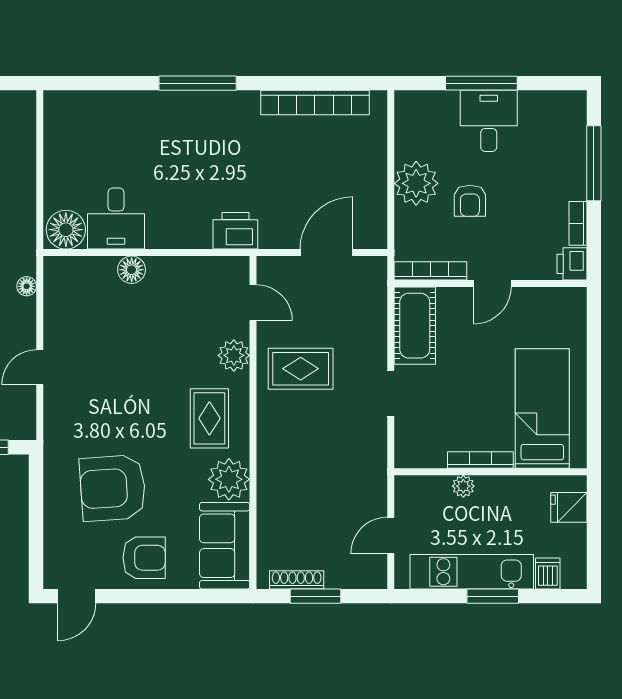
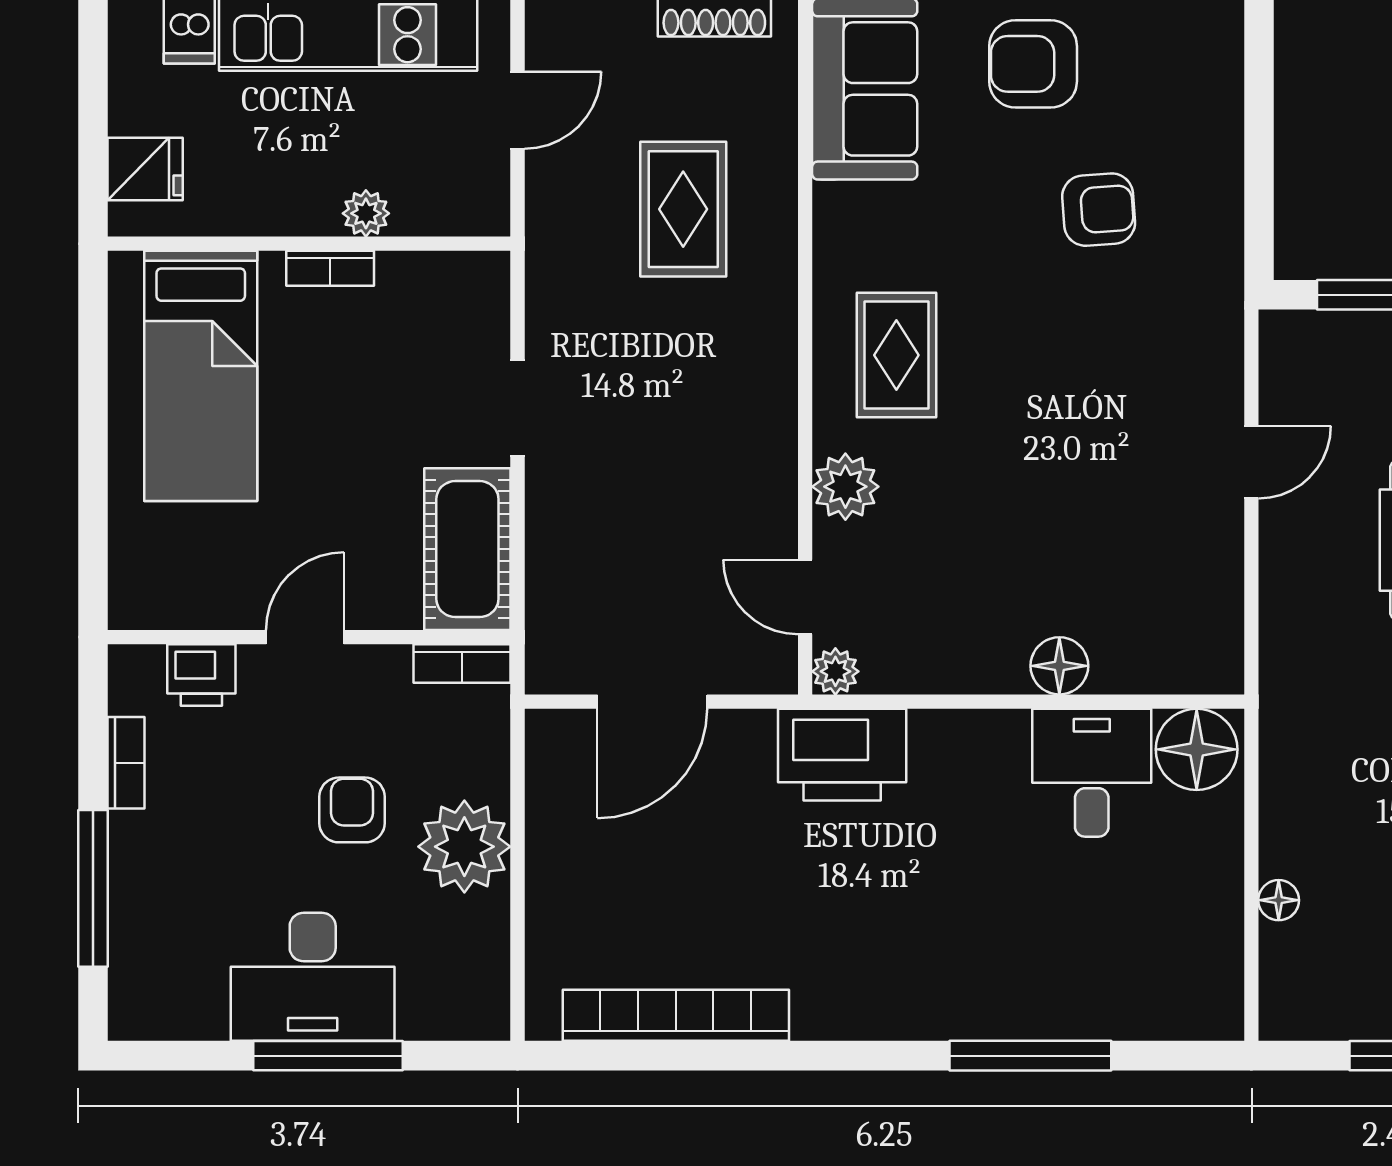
window: (198, 83) -> (1030, 1056), moved
desk: (489, 121) -> (313, 977), width x1.37
printer: (235, 231) -> (842, 755), width x1.37, depth x1.19
printer: (572, 264) -> (201, 675), moved, turned 90
bookcase: (430, 271) -> (462, 663), width x0.64
floor lamp: (27, 286) -> (1279, 900), moved
rug: (301, 369) -> (683, 209), moved, turned 90
bookcase: (480, 460) -> (330, 268), width x0.64
plant: (229, 479) -> (835, 671), moved, width x0.53, depth x0.53
armchair: (113, 488) -> (1099, 210), width x0.53, depth x0.53

